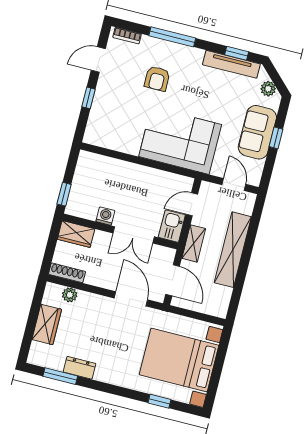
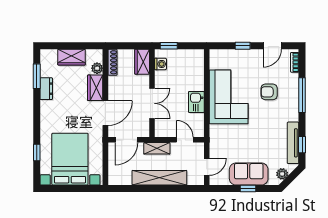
door: (98, 59) -> (272, 46), swing flipped
corner sofa: (180, 141) -> (229, 97), moved
washing machine: (105, 216) -> (160, 64), moved
kitchen sink: (172, 226) -> (196, 102), moved, turned -90
double door: (134, 235) -> (152, 103), swing flipped
wardrobe: (95, 304) -> (95, 88), added

